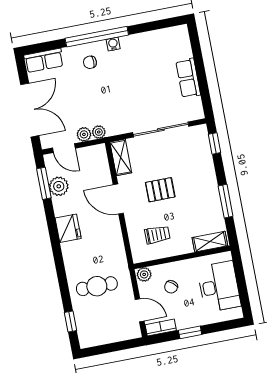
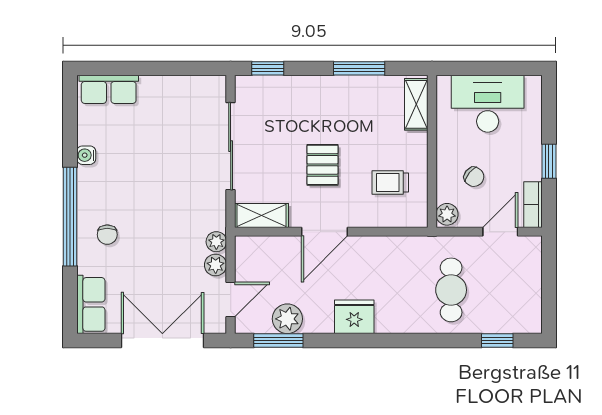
water cooler: (113, 44) -> (86, 155), moved
row of seats: (188, 78) -> (109, 89), moved
trolley: (157, 235) -> (390, 183), turned -90

